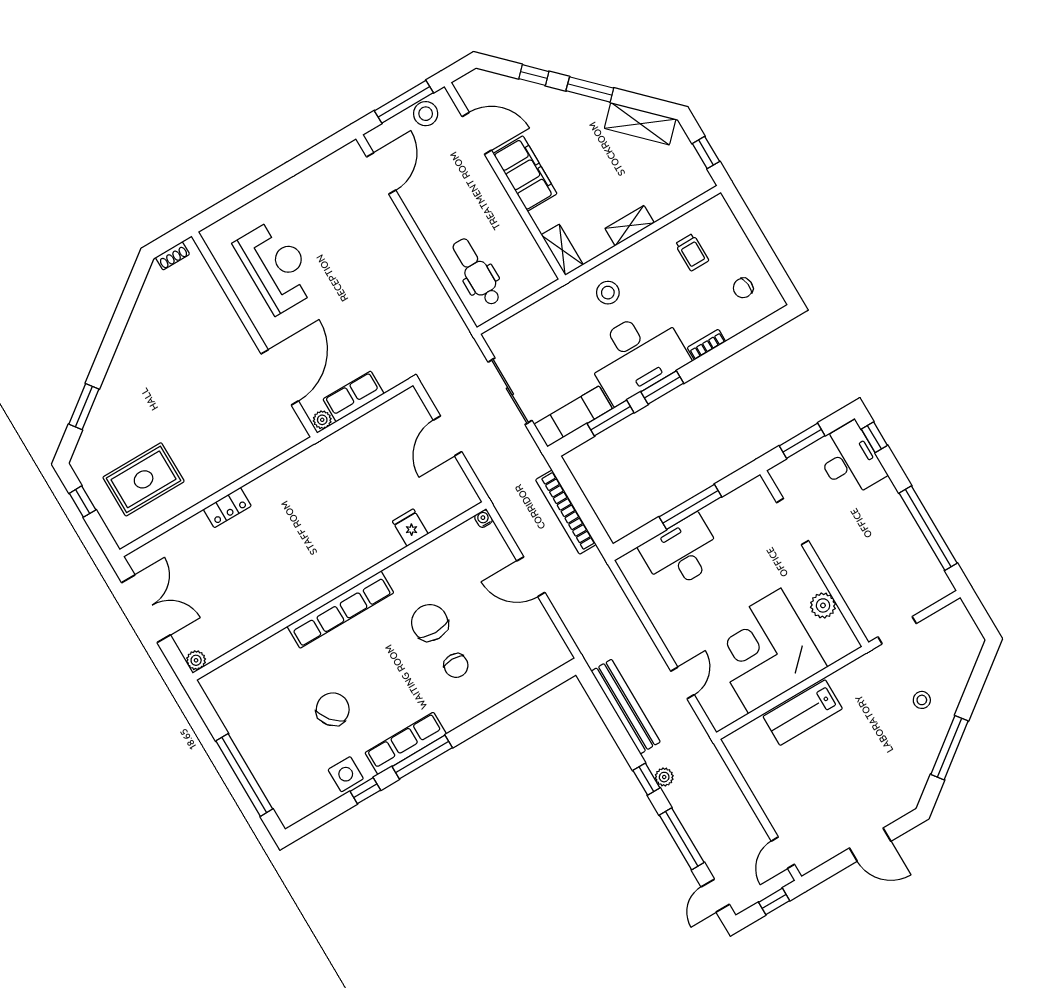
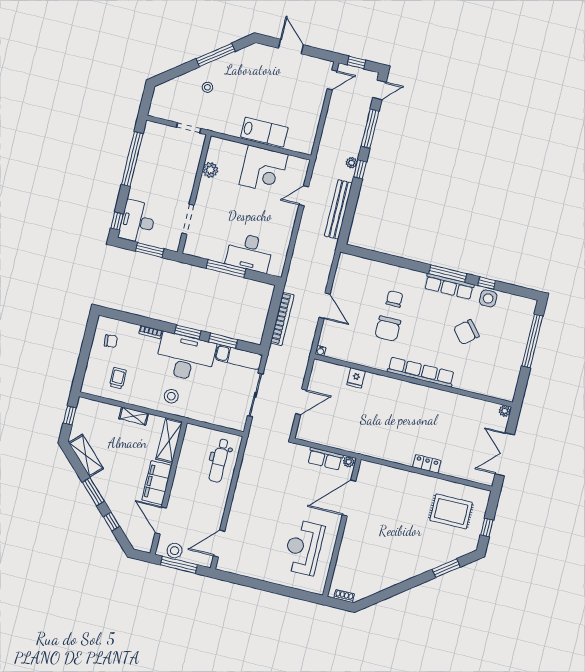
shelving: (562, 250) -> (169, 440), width x1.50, depth x1.33
corner desk: (765, 651) -> (264, 169), width x0.74, depth x0.74

